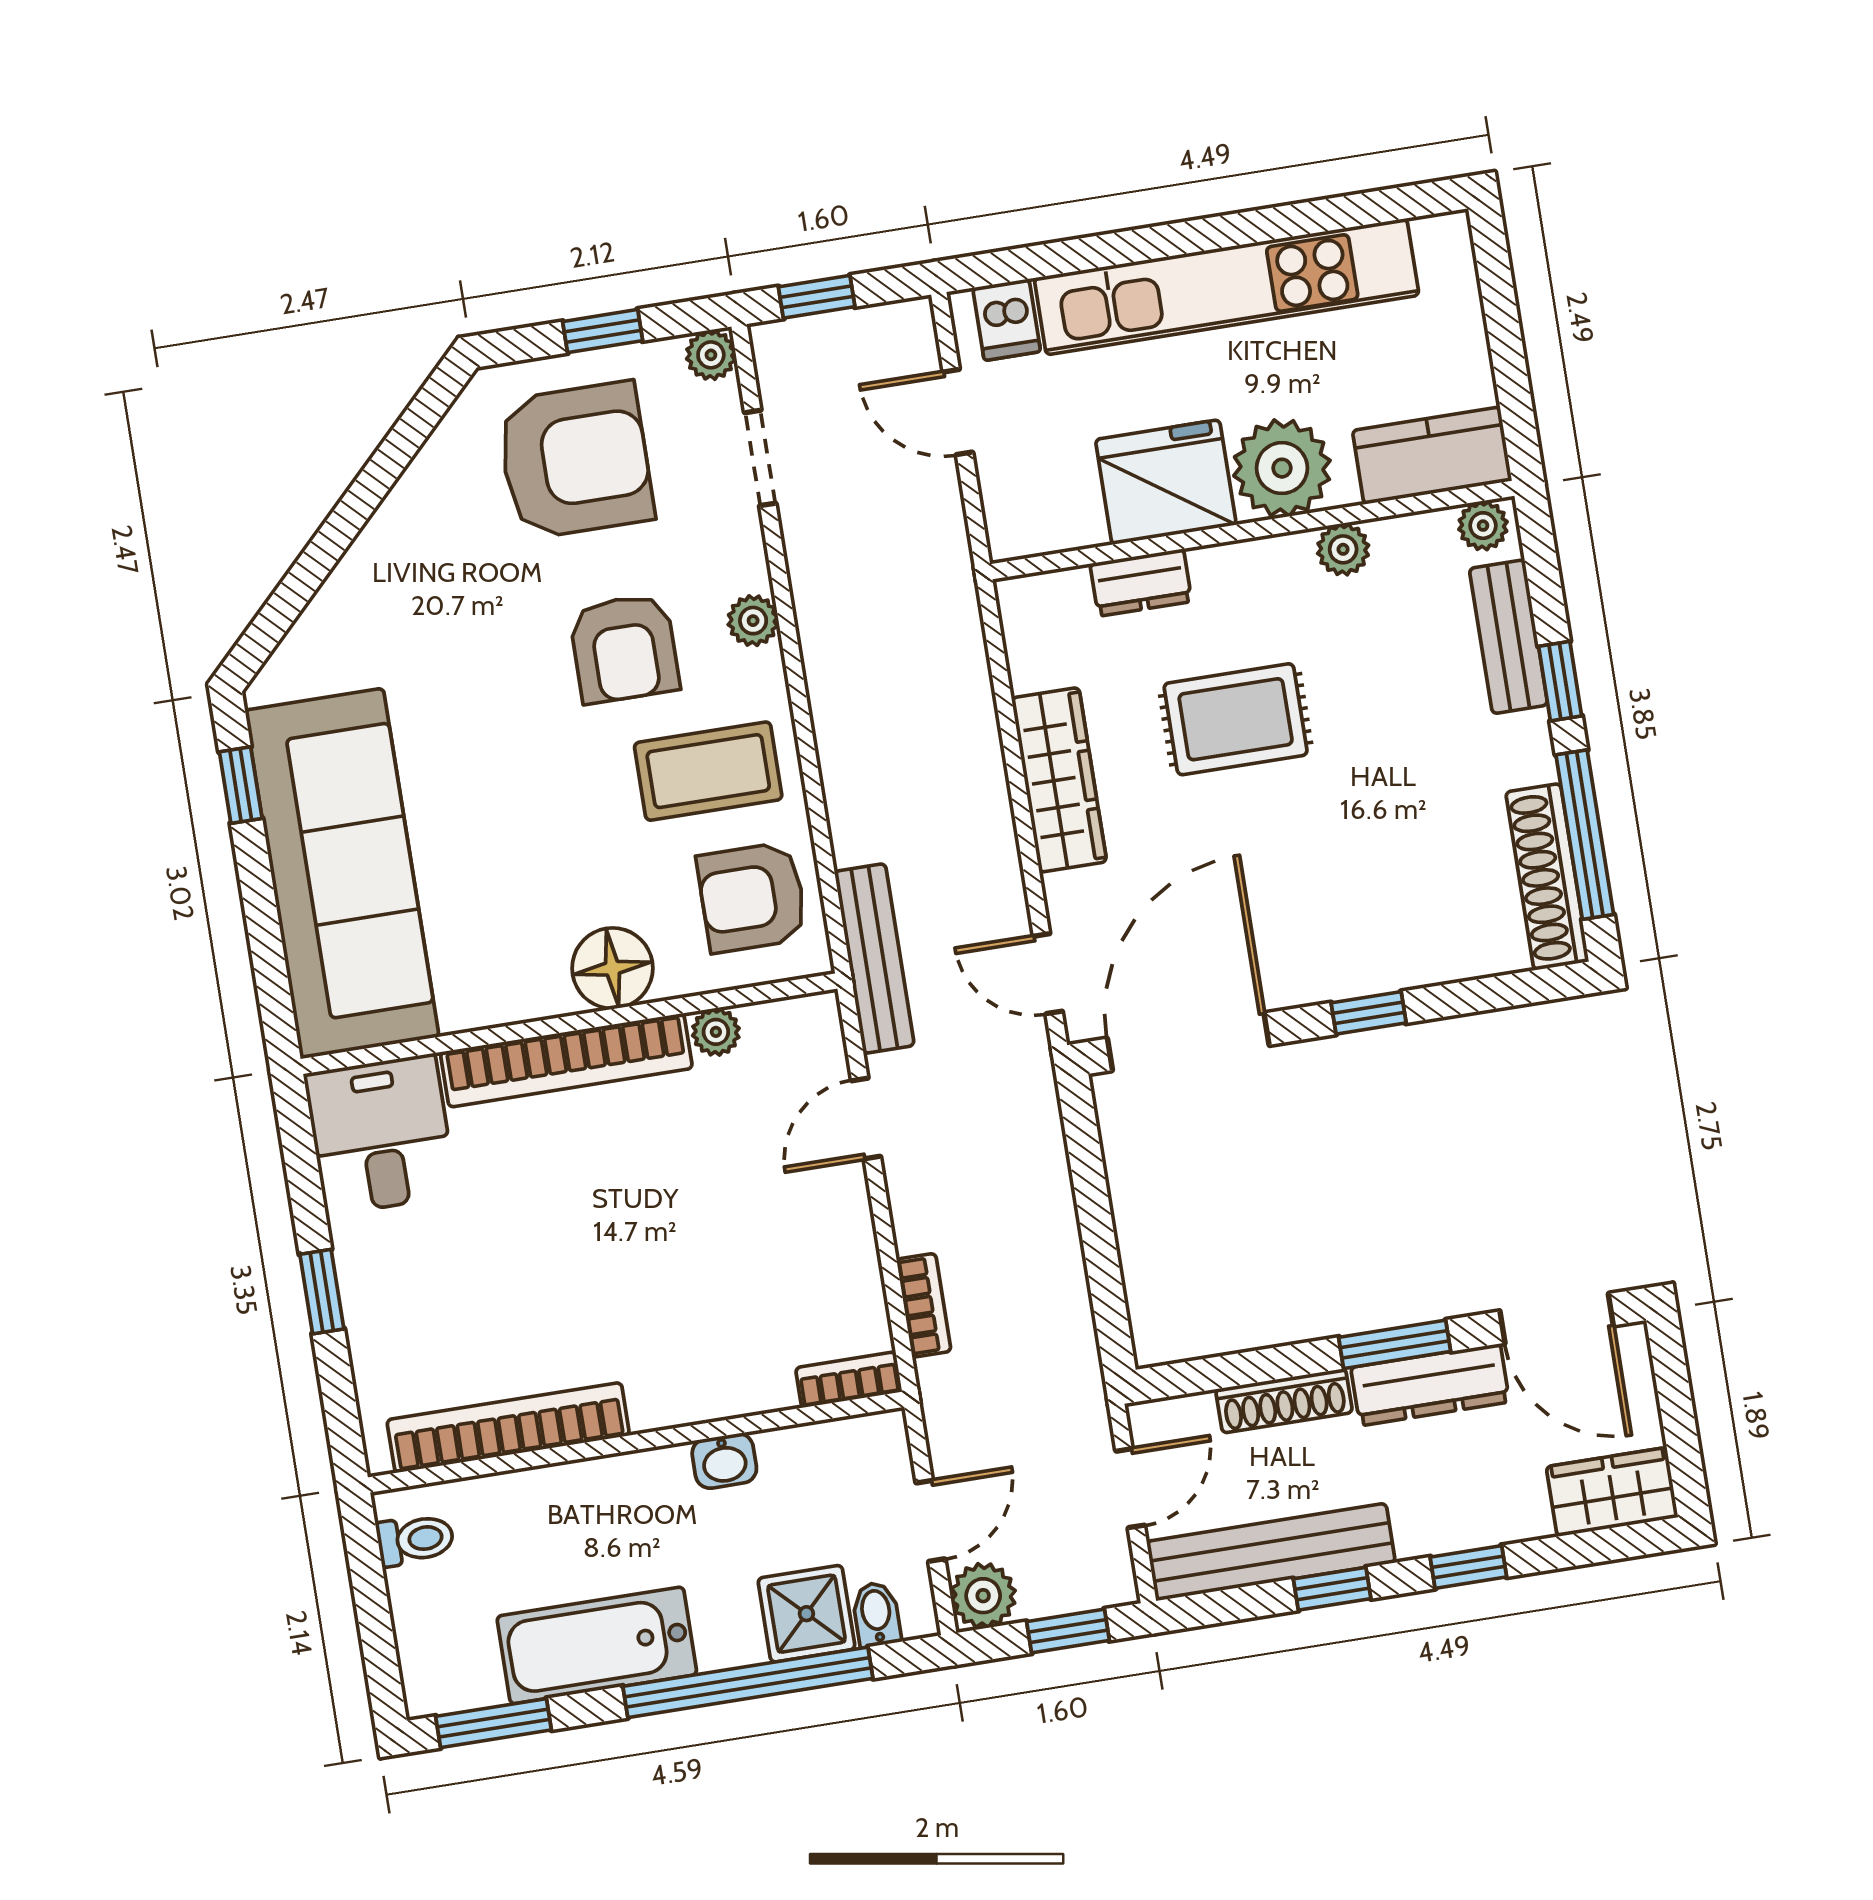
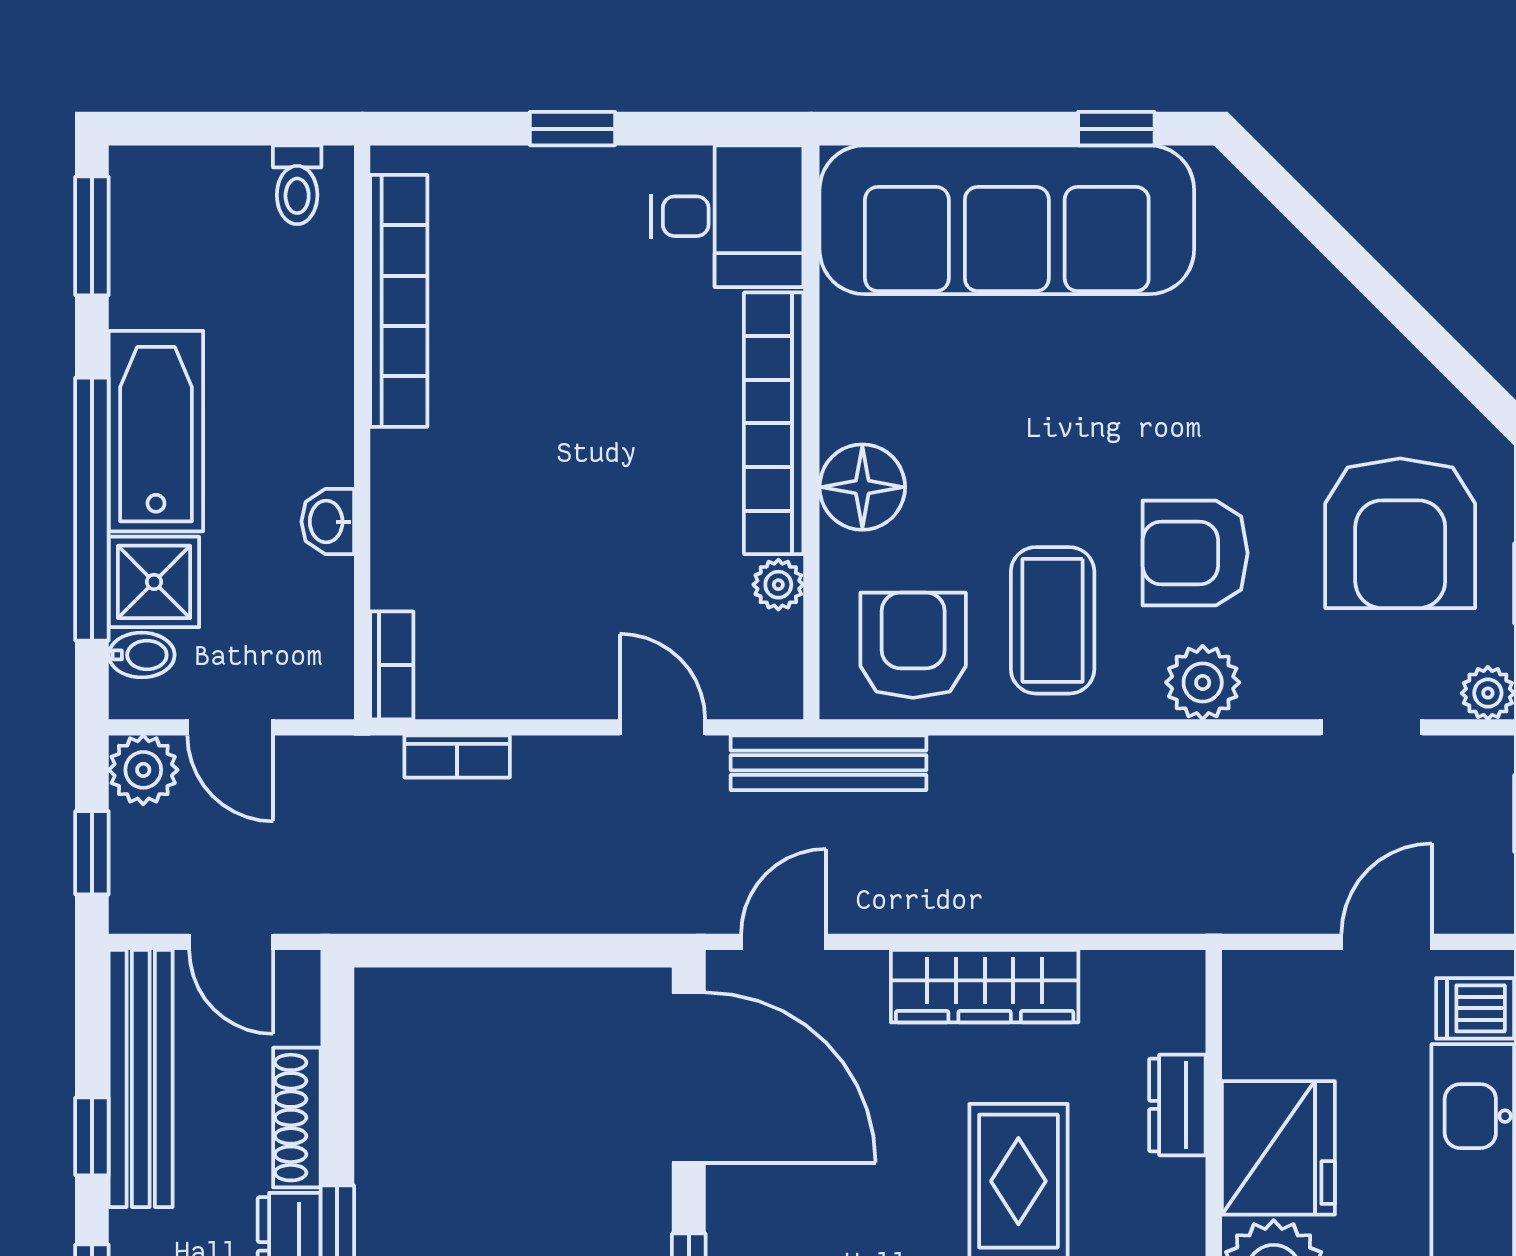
plant: (753, 621) -> (1203, 682), width x1.38, depth x1.38
bathtub: (597, 1645) -> (156, 431), moved

